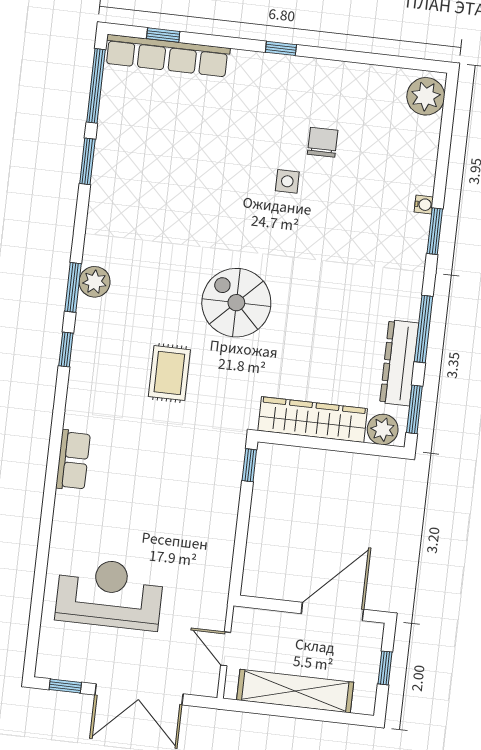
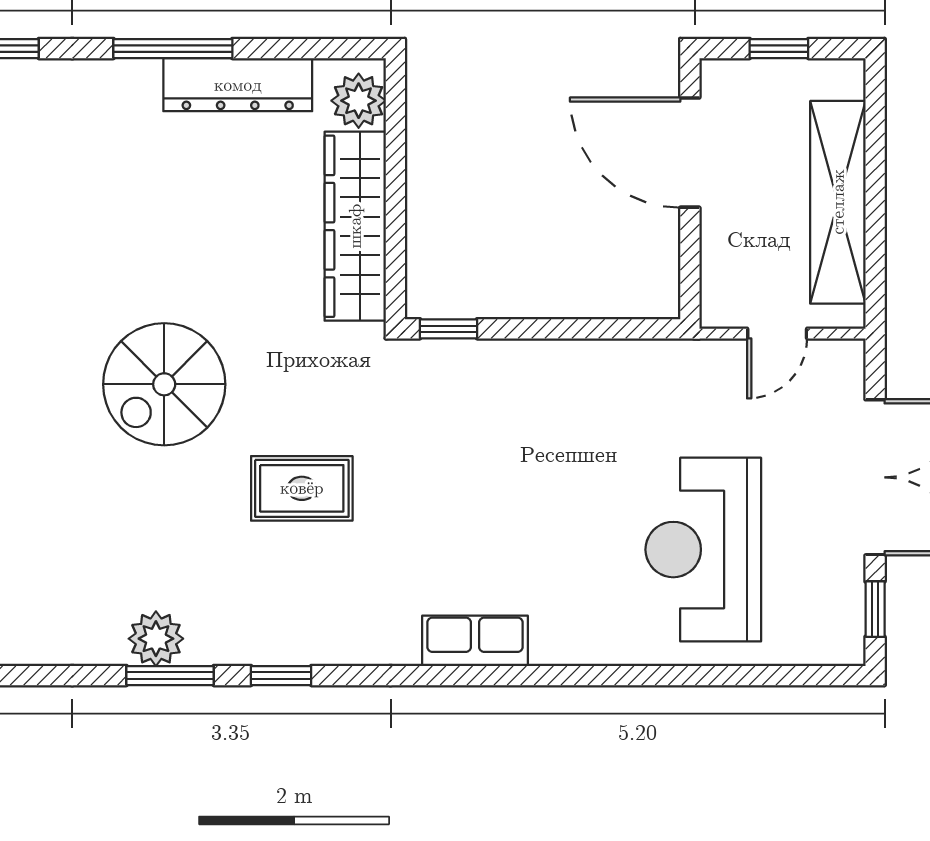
window: (414, 409) -> (317, 49), removed

